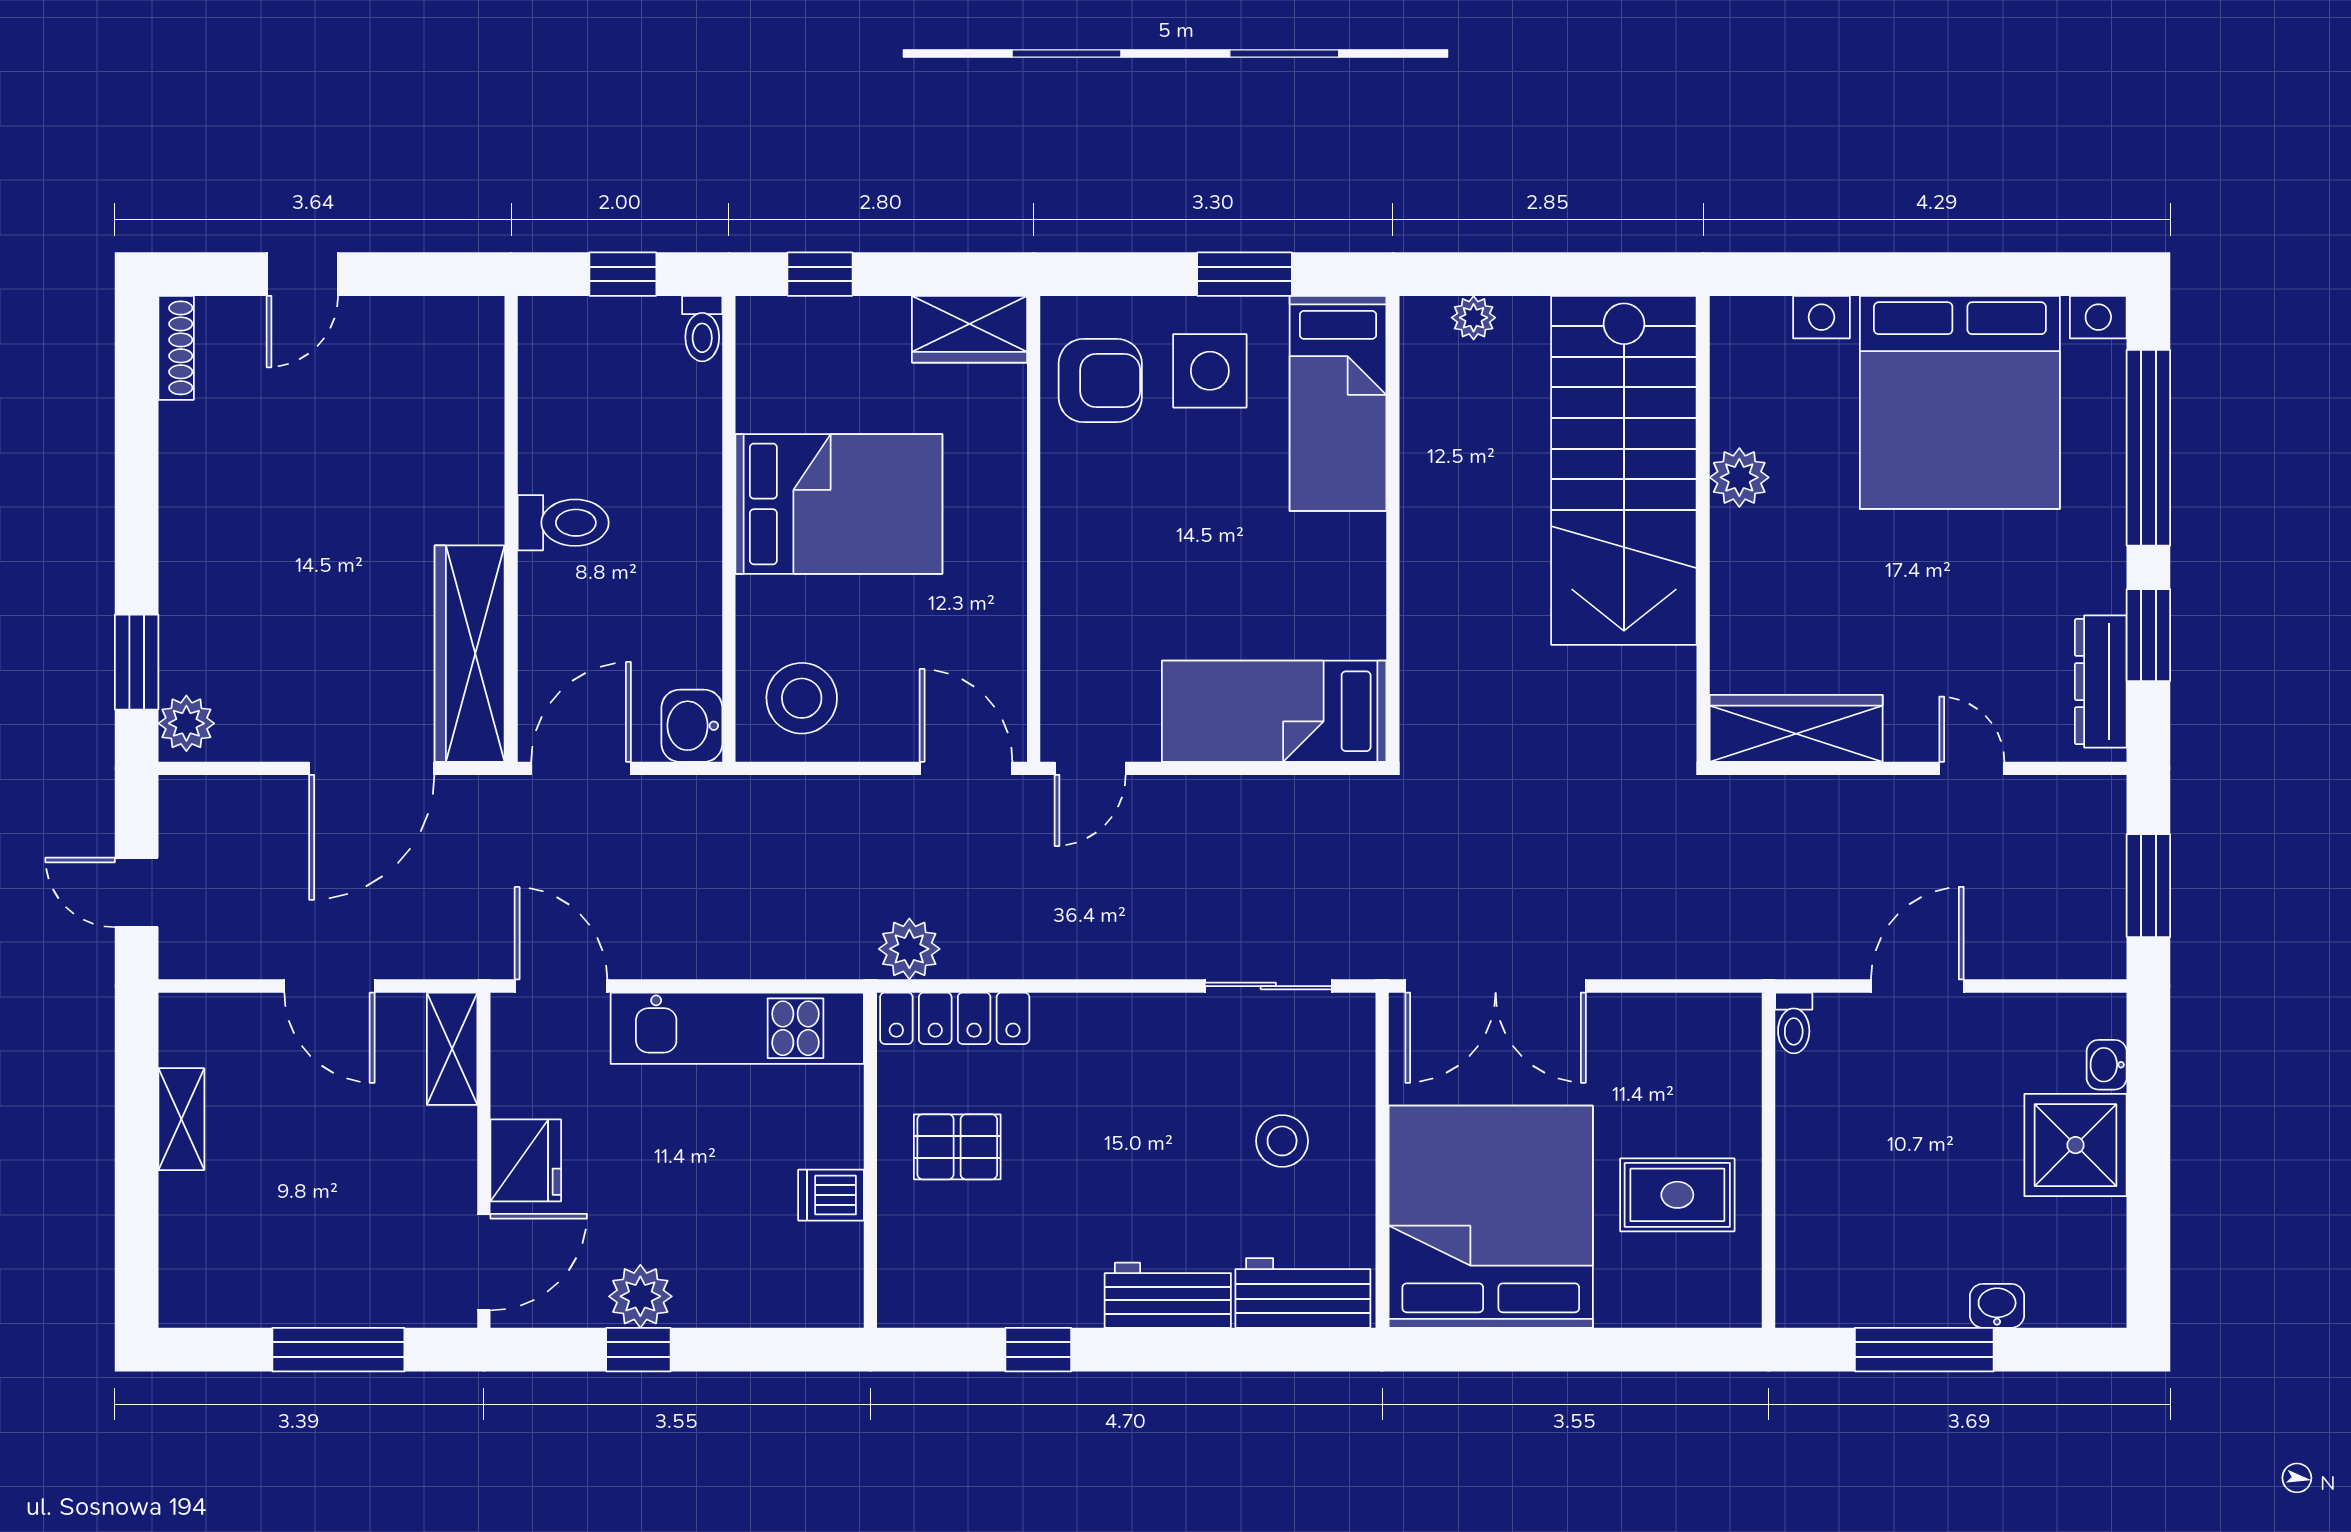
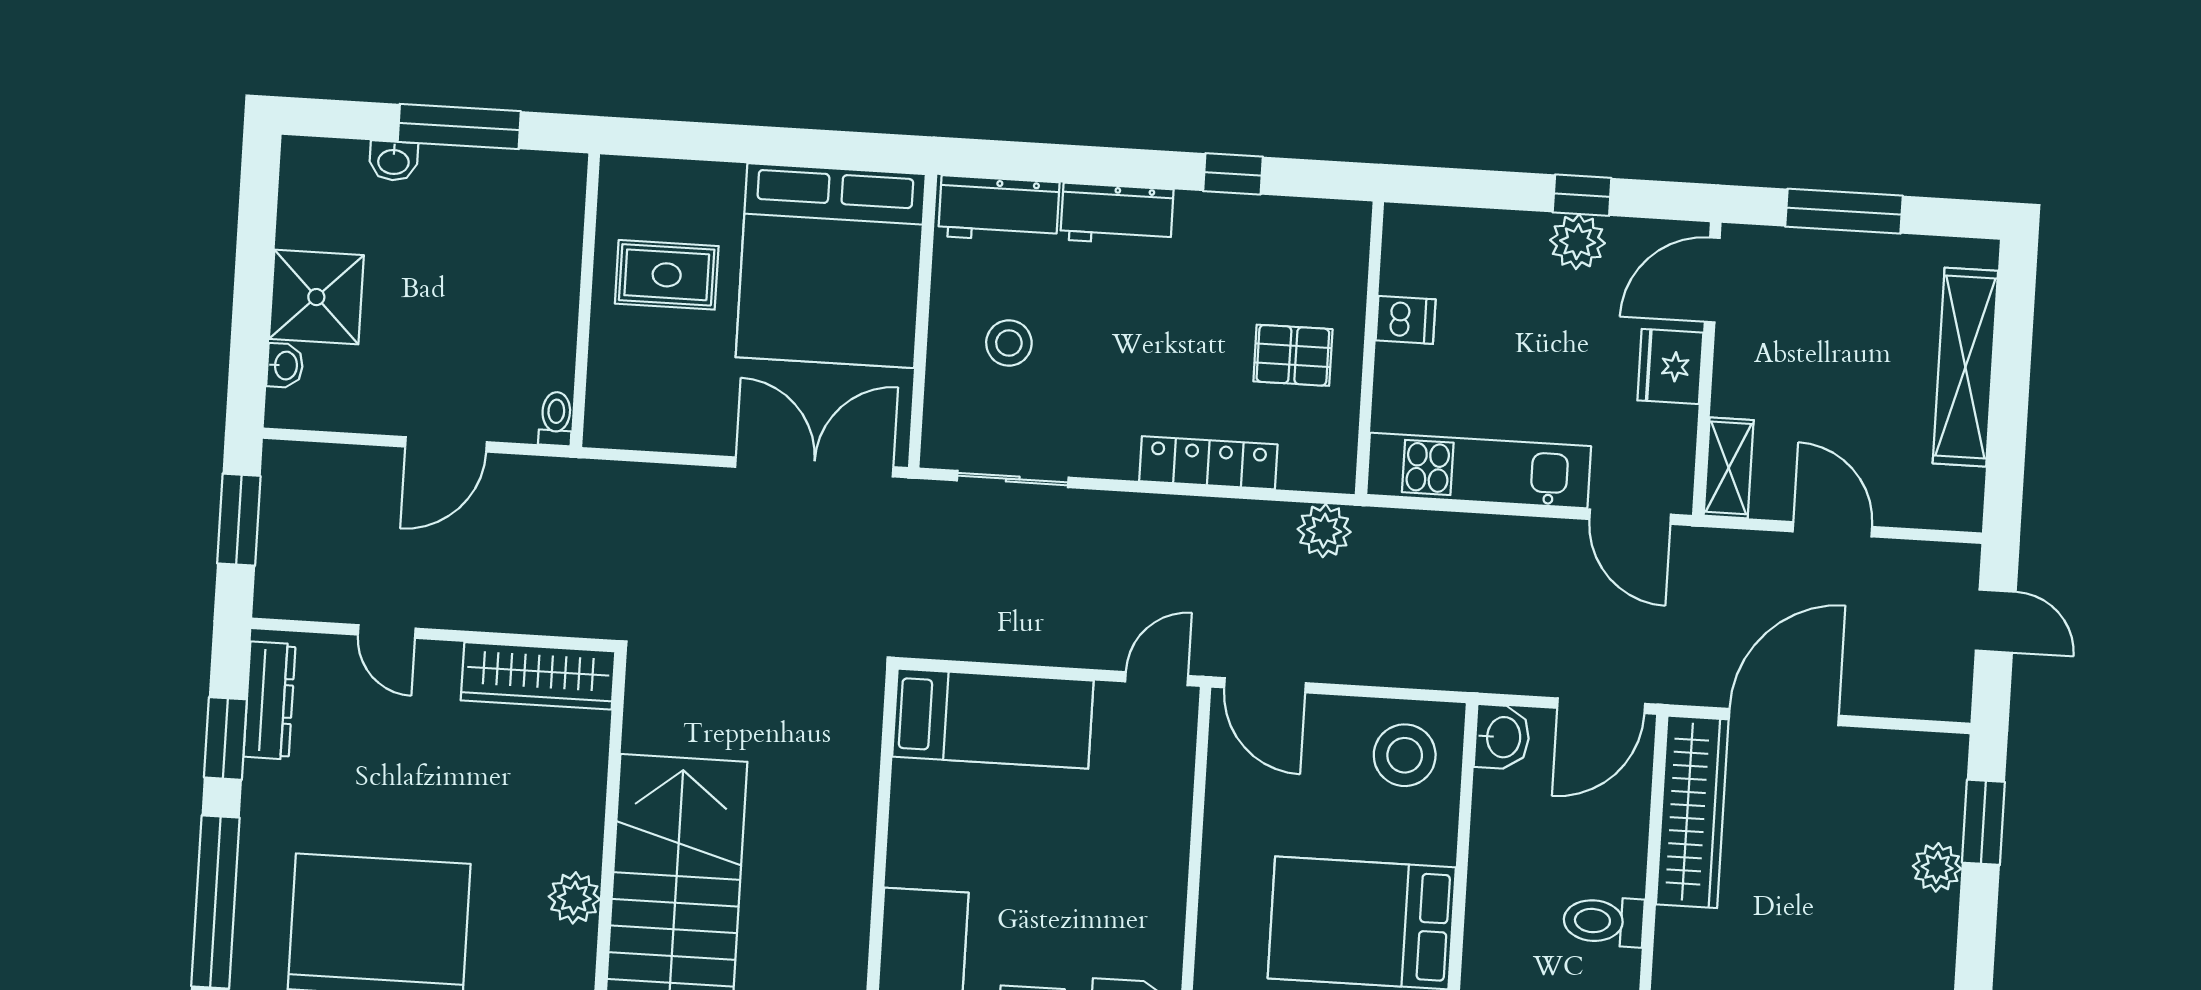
plant: (186, 723) -> (1937, 867), moved
locker: (955, 1018) -> (1208, 463), moved
shelving: (181, 1119) -> (1965, 367), width x2.20, depth x1.33

